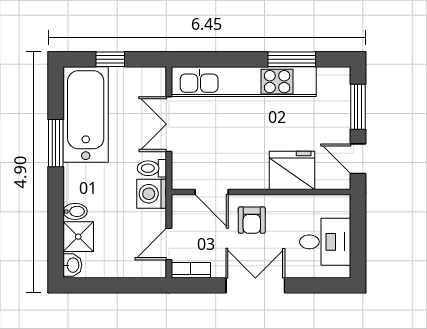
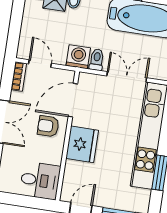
fridge: (292, 170) -> (82, 144), moved
door: (212, 192) -> (73, 100), width x1.38
desk: (325, 242) -> (40, 181), moved, turned -90

